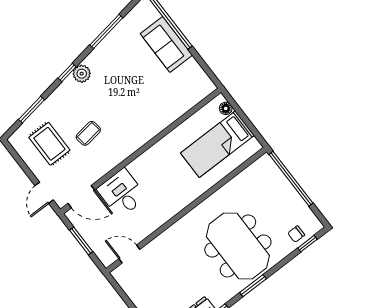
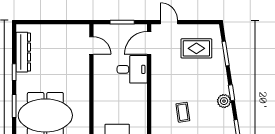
coffee table: (88, 133) -> (183, 112), moved
door: (129, 254) -> (91, 45), hinge flipped

